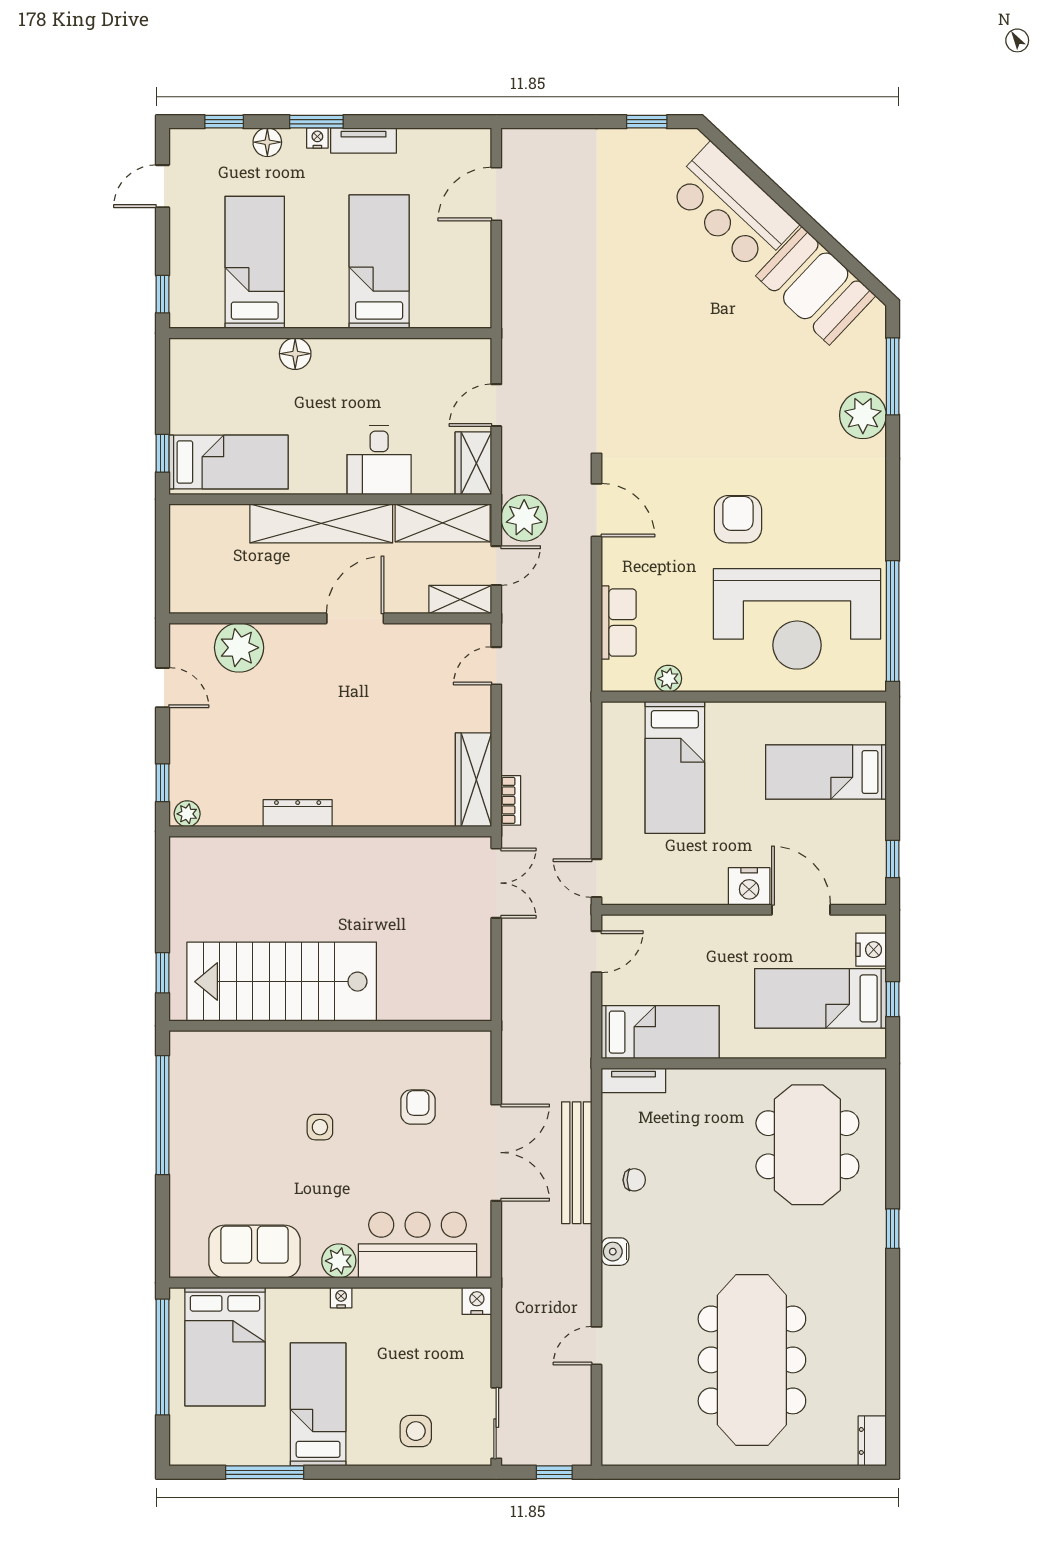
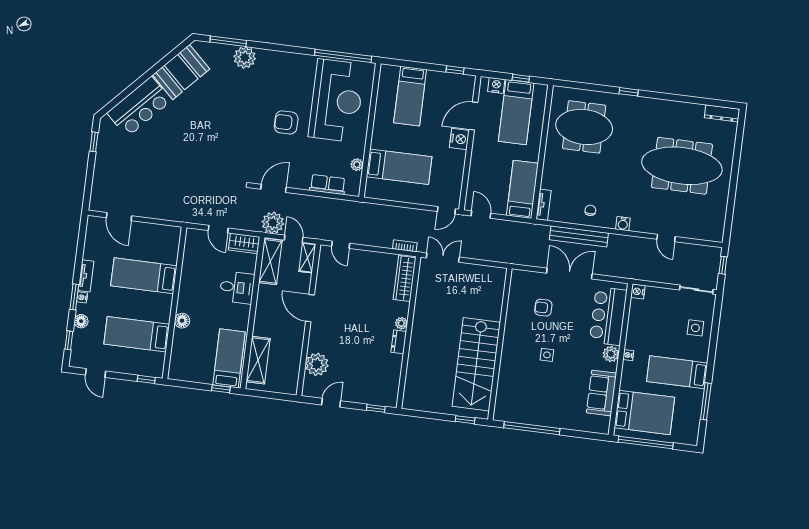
shelving: (321, 523) -> (258, 360), moved, width x0.68
wardrobe: (473, 780) -> (405, 279), moved, turned 90
dresser: (298, 813) -> (399, 342), width x0.70
plant: (187, 814) -> (401, 323), moved
dresser: (872, 1441) -> (722, 113), width x1.44

